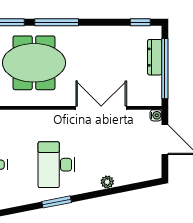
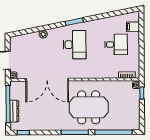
double door: (101, 108) -> (47, 80), width x1.36

